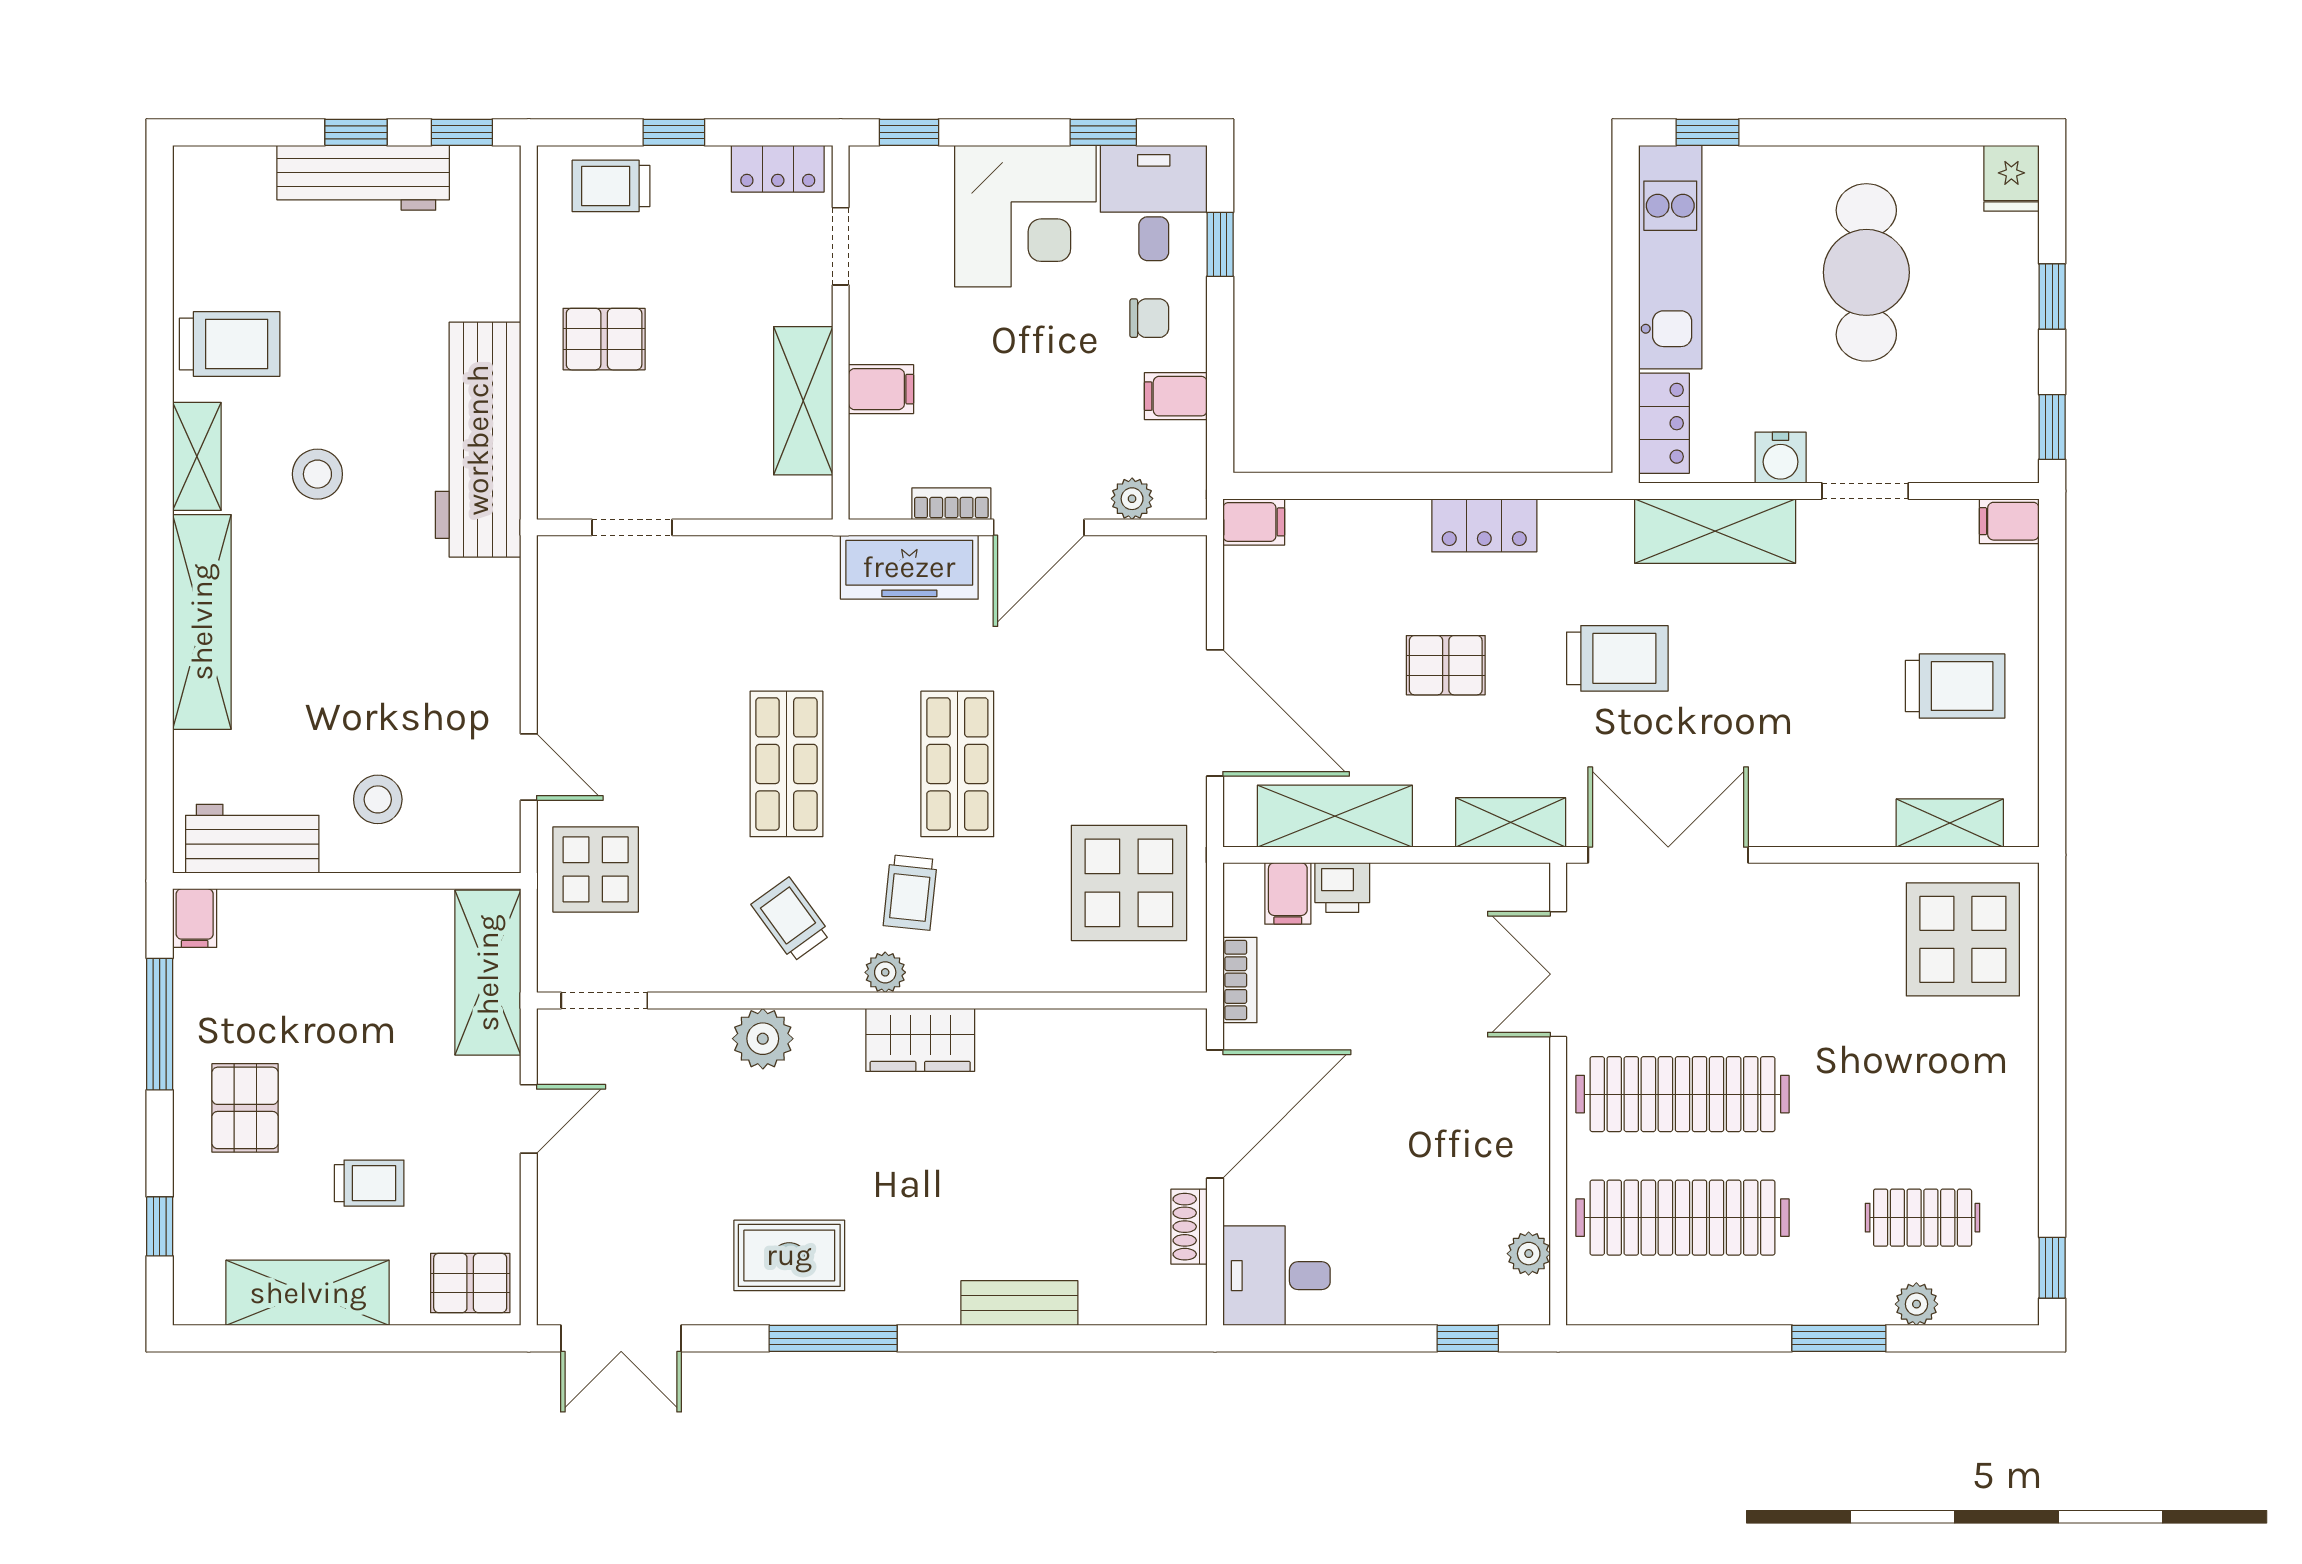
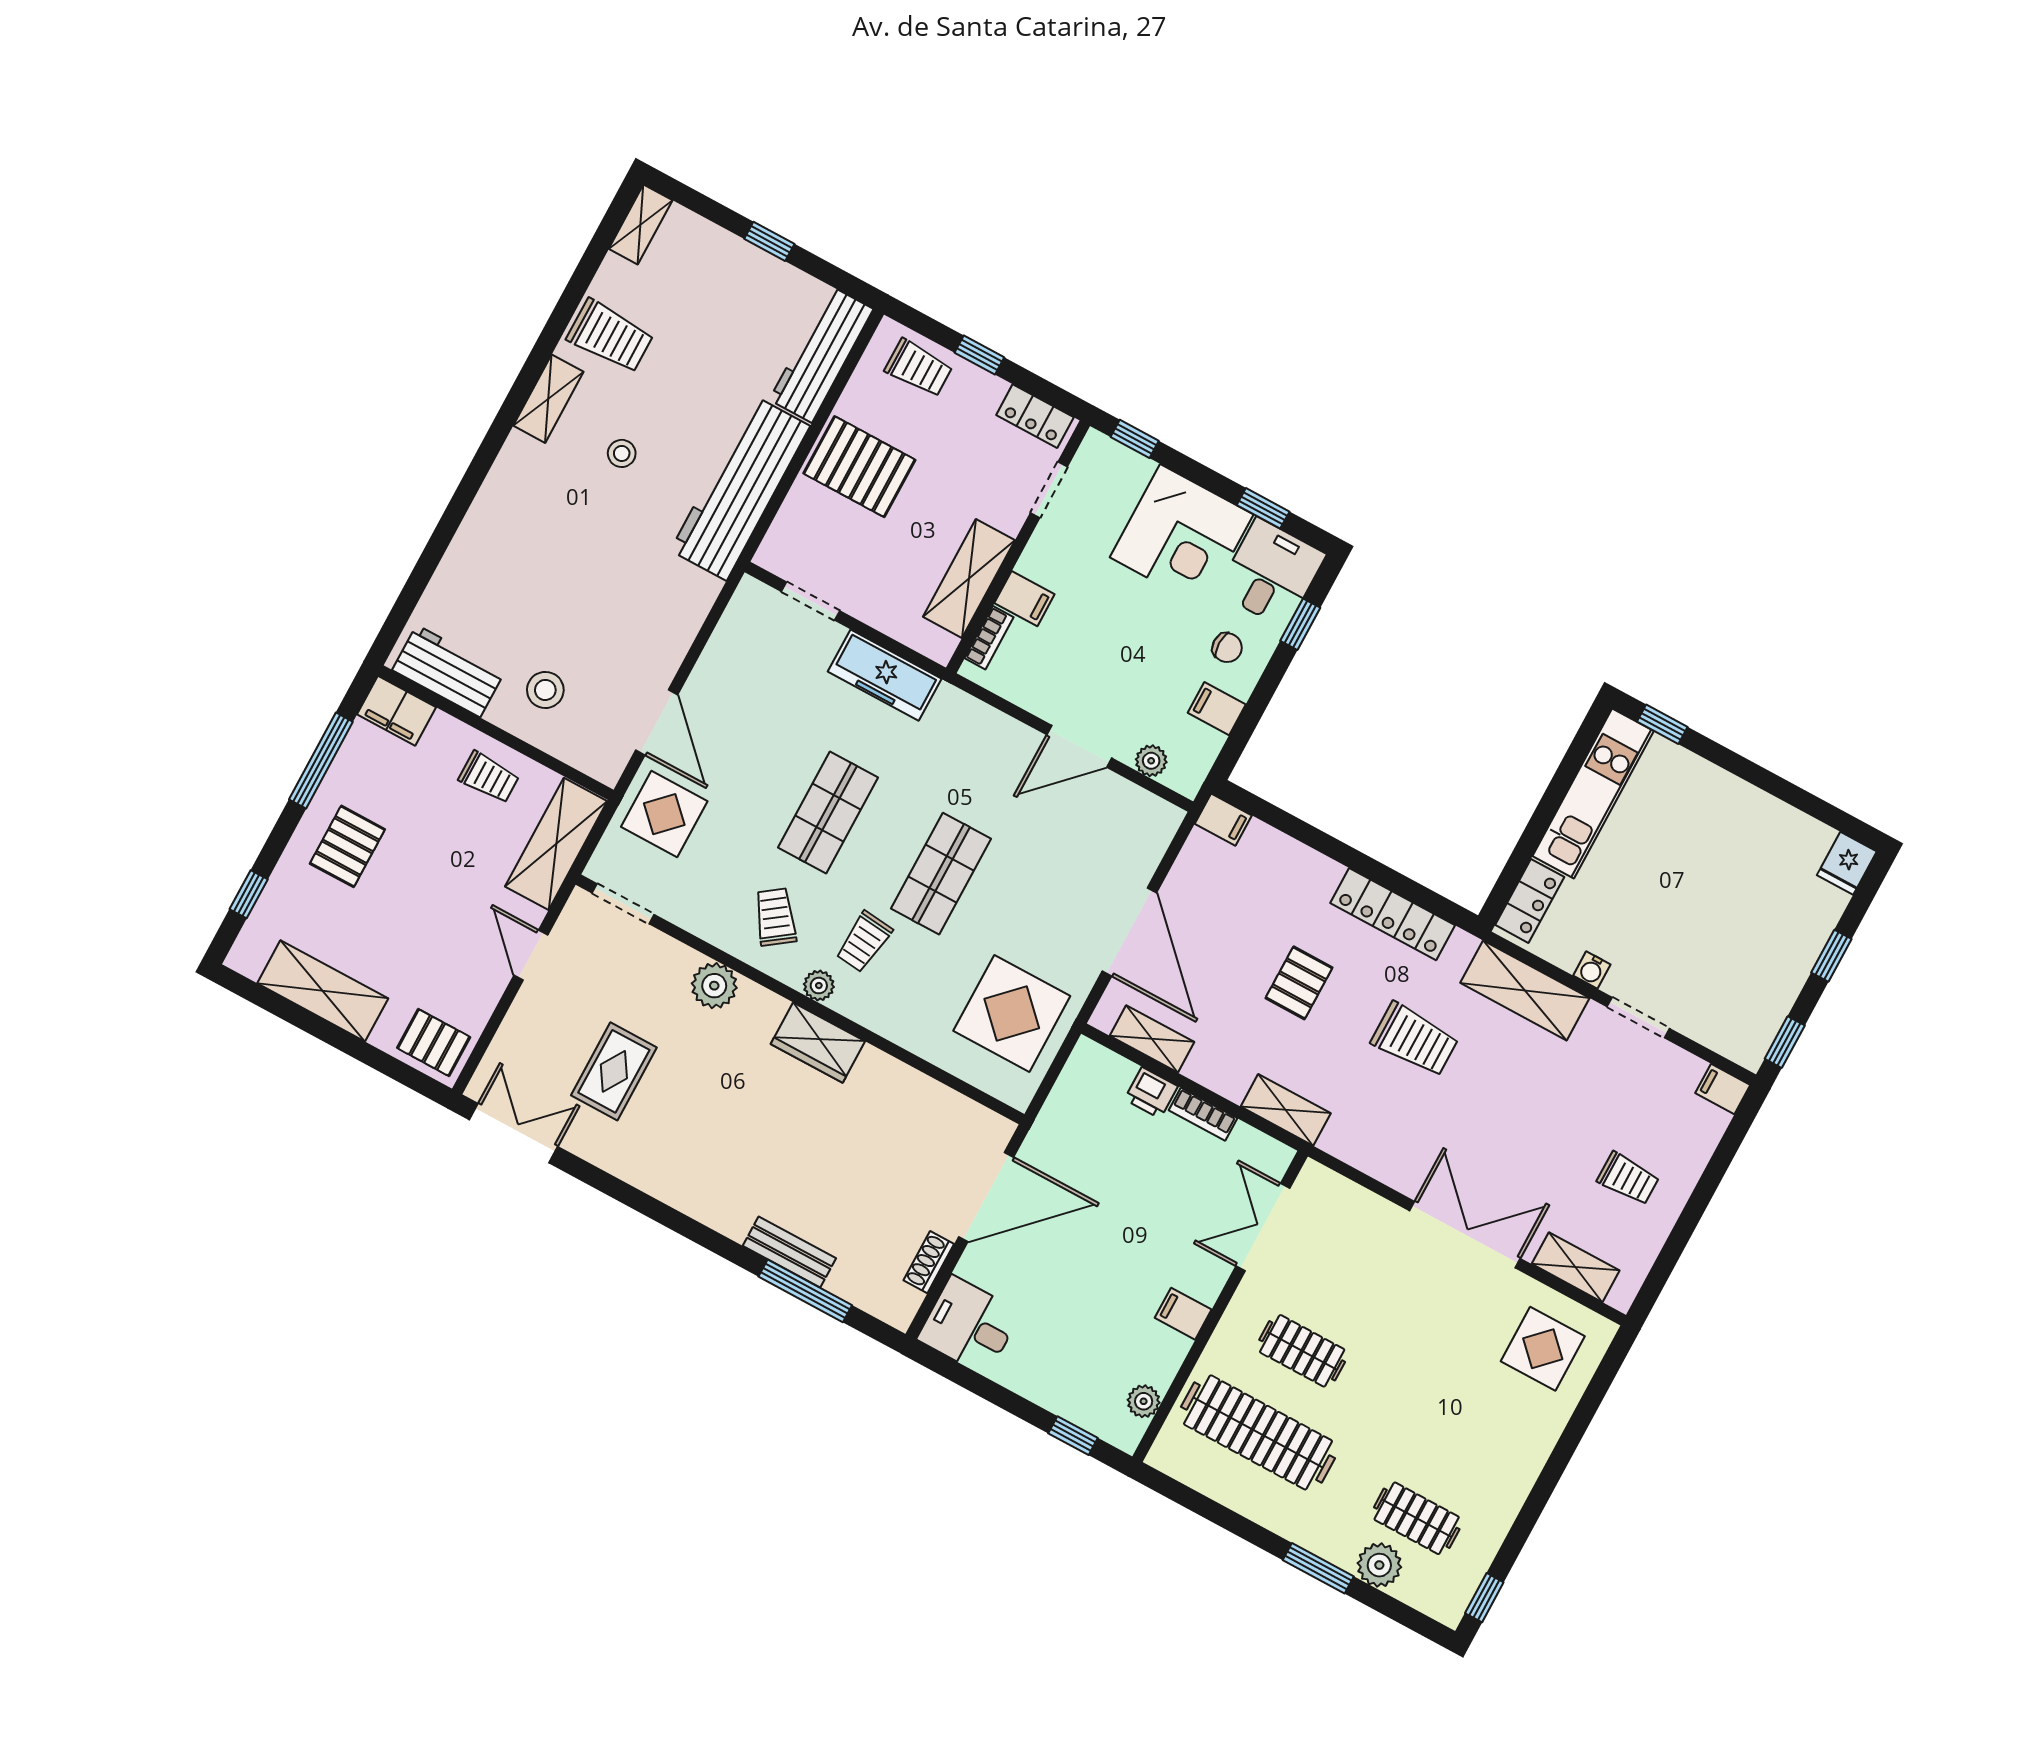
window: (462, 132) -> (839, 279), removed
workbench: (363, 178) -> (821, 354), moved, turned 90
trolley: (611, 186) -> (919, 368), turned 180
cafe table: (1866, 272) -> (1717, 874), removed
pallet: (604, 339) -> (859, 467), width x1.50, depth x1.42
water cooler: (1781, 458) -> (1592, 970), width x0.72, depth x0.72
stool: (317, 474) -> (622, 453), width x0.73, depth x0.73
bookcase: (951, 504) -> (989, 638), moved, turned 90
locker: (1484, 525) -> (1393, 914), width x1.53
freezer: (909, 567) -> (885, 675), moved
shelving: (202, 622) -> (641, 225), moved, width x0.45, depth x0.75
pallet: (1446, 665) -> (1299, 983), turned 90
trolley: (1955, 686) -> (1628, 1179), width x0.73, depth x0.72
door: (529, 767) -> (657, 722), width x1.38
shelving: (1335, 816) -> (1152, 1039), width x0.67, depth x0.75
double door: (1668, 855) -> (1465, 1235), moved
filing cabinet: (1288, 893) -> (1183, 1314), moved, turned 90
filing cabinet: (195, 918) -> (396, 711), width x2.00
display table: (1963, 939) -> (1543, 1349), width x0.73, depth x0.73
bookcase: (1240, 980) -> (1203, 1114), moved, turned 90
clothes rail: (1682, 1094) -> (1302, 1351), width x0.54, depth x0.76
door: (529, 1119) -> (531, 955), swing flipped
trolley: (369, 1183) -> (489, 777), moved
rug: (789, 1255) -> (614, 1071), moved, turned 90
plant: (1916, 1304) -> (1379, 1565), width x1.38, depth x1.38
double door: (621, 1338) -> (513, 1133), swing flipped
window: (833, 1338) -> (805, 1291), moved

